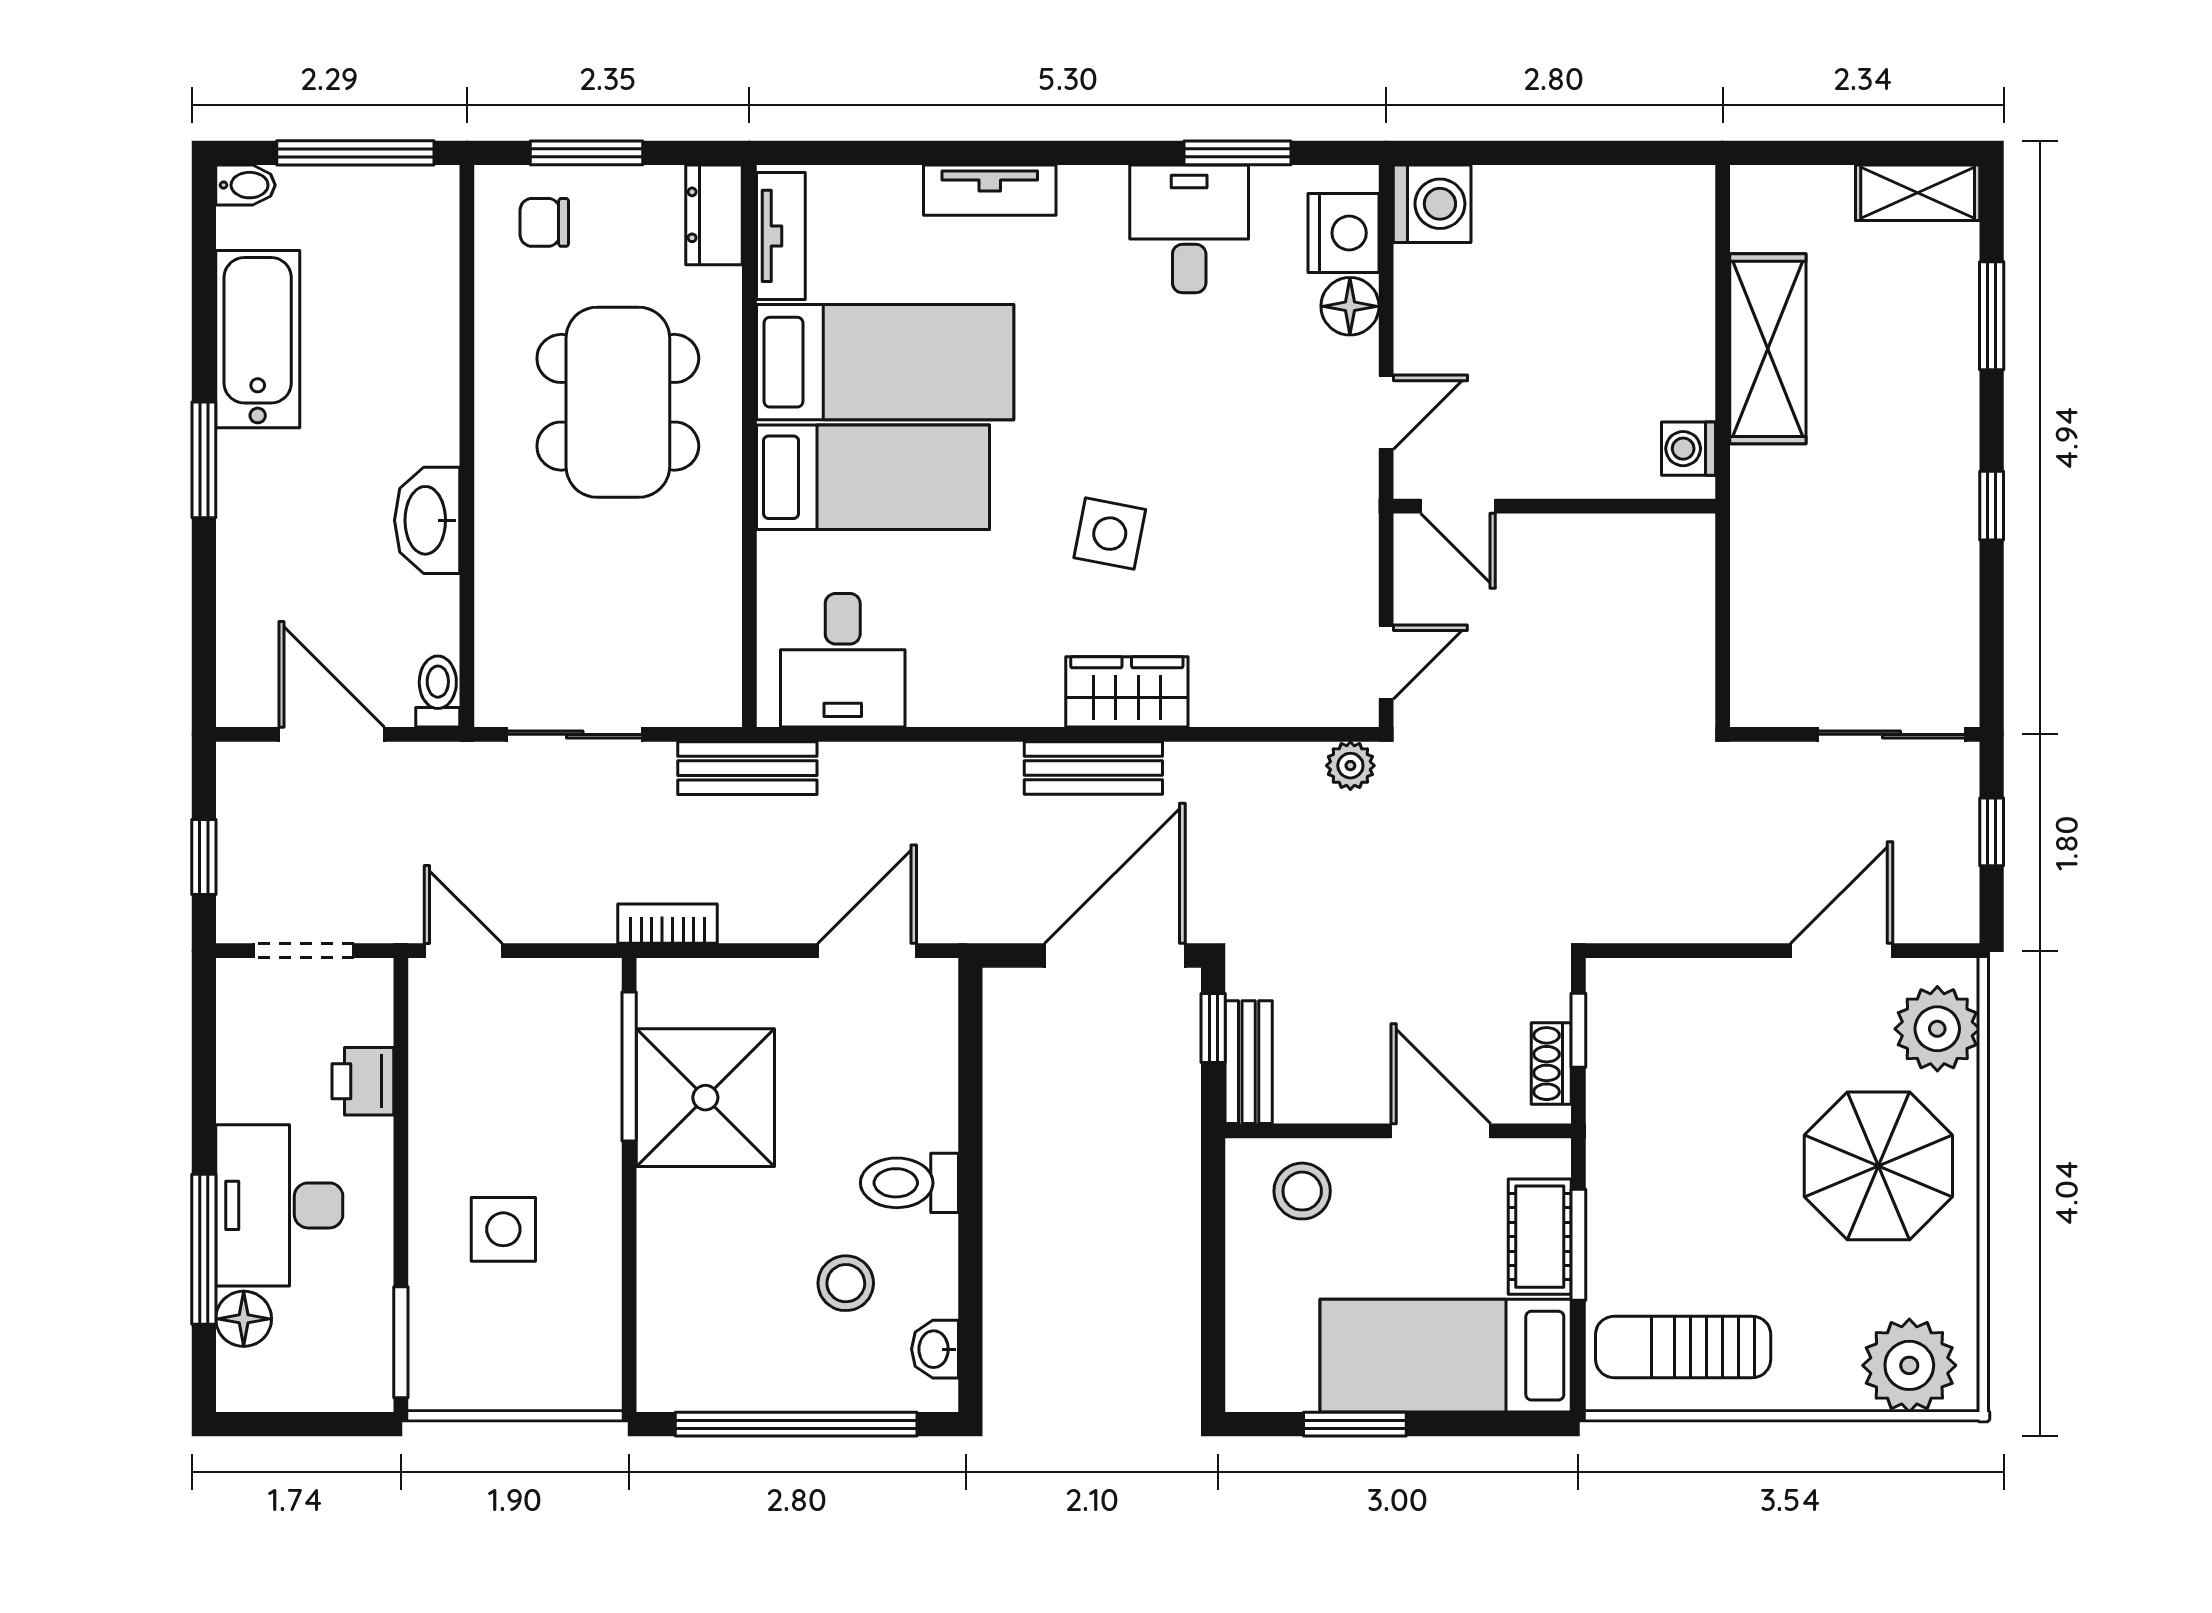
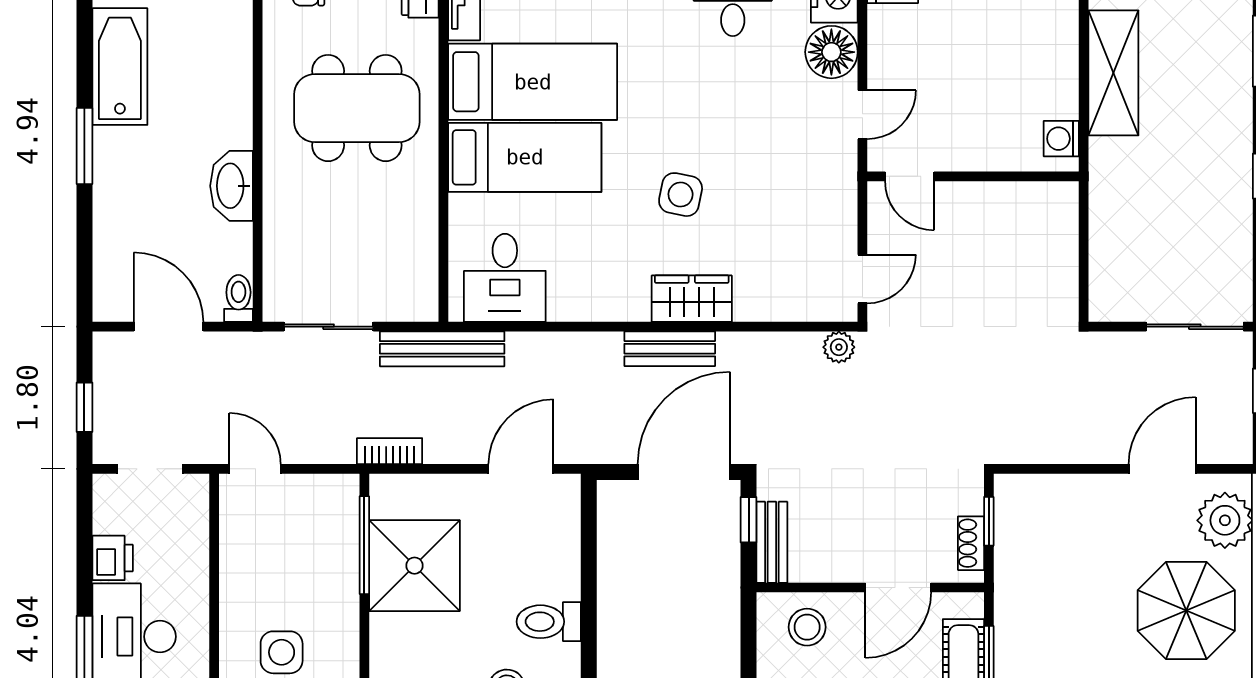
floor lamp: (1350, 306) -> (831, 52), width x1.38, depth x1.38
dining table: (618, 402) -> (357, 108), turned 90
bench: (747, 768) -> (442, 349), width x1.36
printer: (363, 1081) -> (113, 558), moved, turned 180
door: (1441, 1131) -> (898, 588), swing flipped

